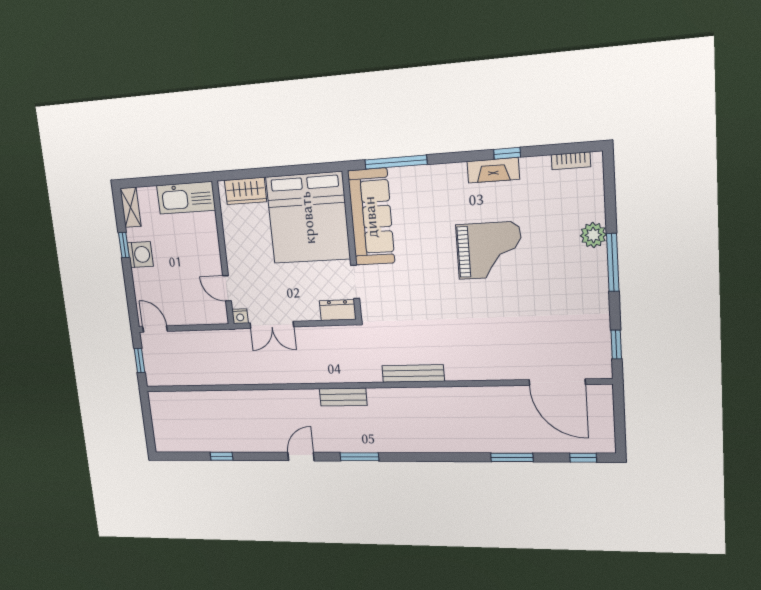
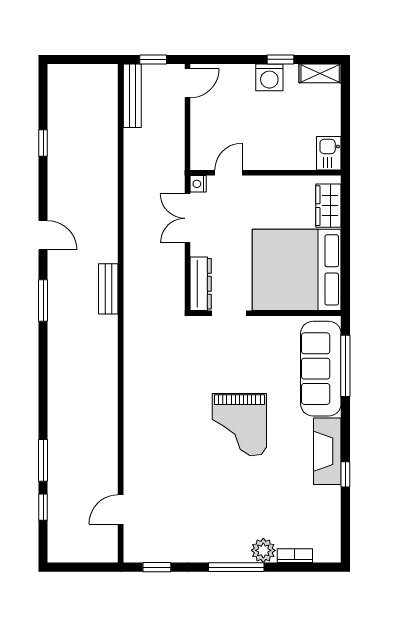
bookcase: (571, 161) -> (295, 556), moved, turned 90
fireplace: (493, 170) -> (327, 451), width x1.37, depth x1.32
kitchen sink: (186, 198) -> (329, 153), width x0.53, depth x0.81
sofa: (371, 217) -> (321, 369), moved, turned 90
grand piano: (489, 251) -> (239, 425), moved
dresser: (338, 310) -> (201, 284), width x1.44
bench: (413, 373) -> (132, 96), moved
door: (557, 382) -> (121, 509), width x0.53
window: (583, 458) -> (43, 507), moved

